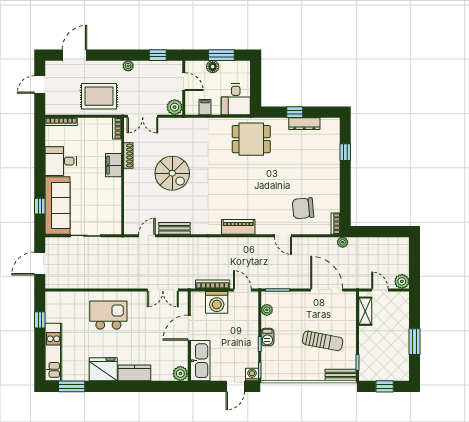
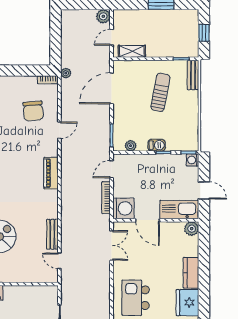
washing machine: (217, 302) -> (123, 208), moved
door: (235, 386) -> (204, 190), moved

